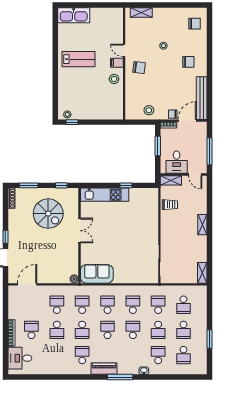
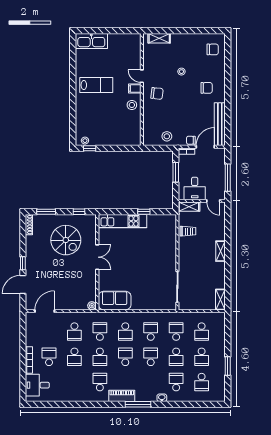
school desk: (57, 305) -> (74, 332), turned 180
school desk: (107, 305) -> (125, 332), turned 180

